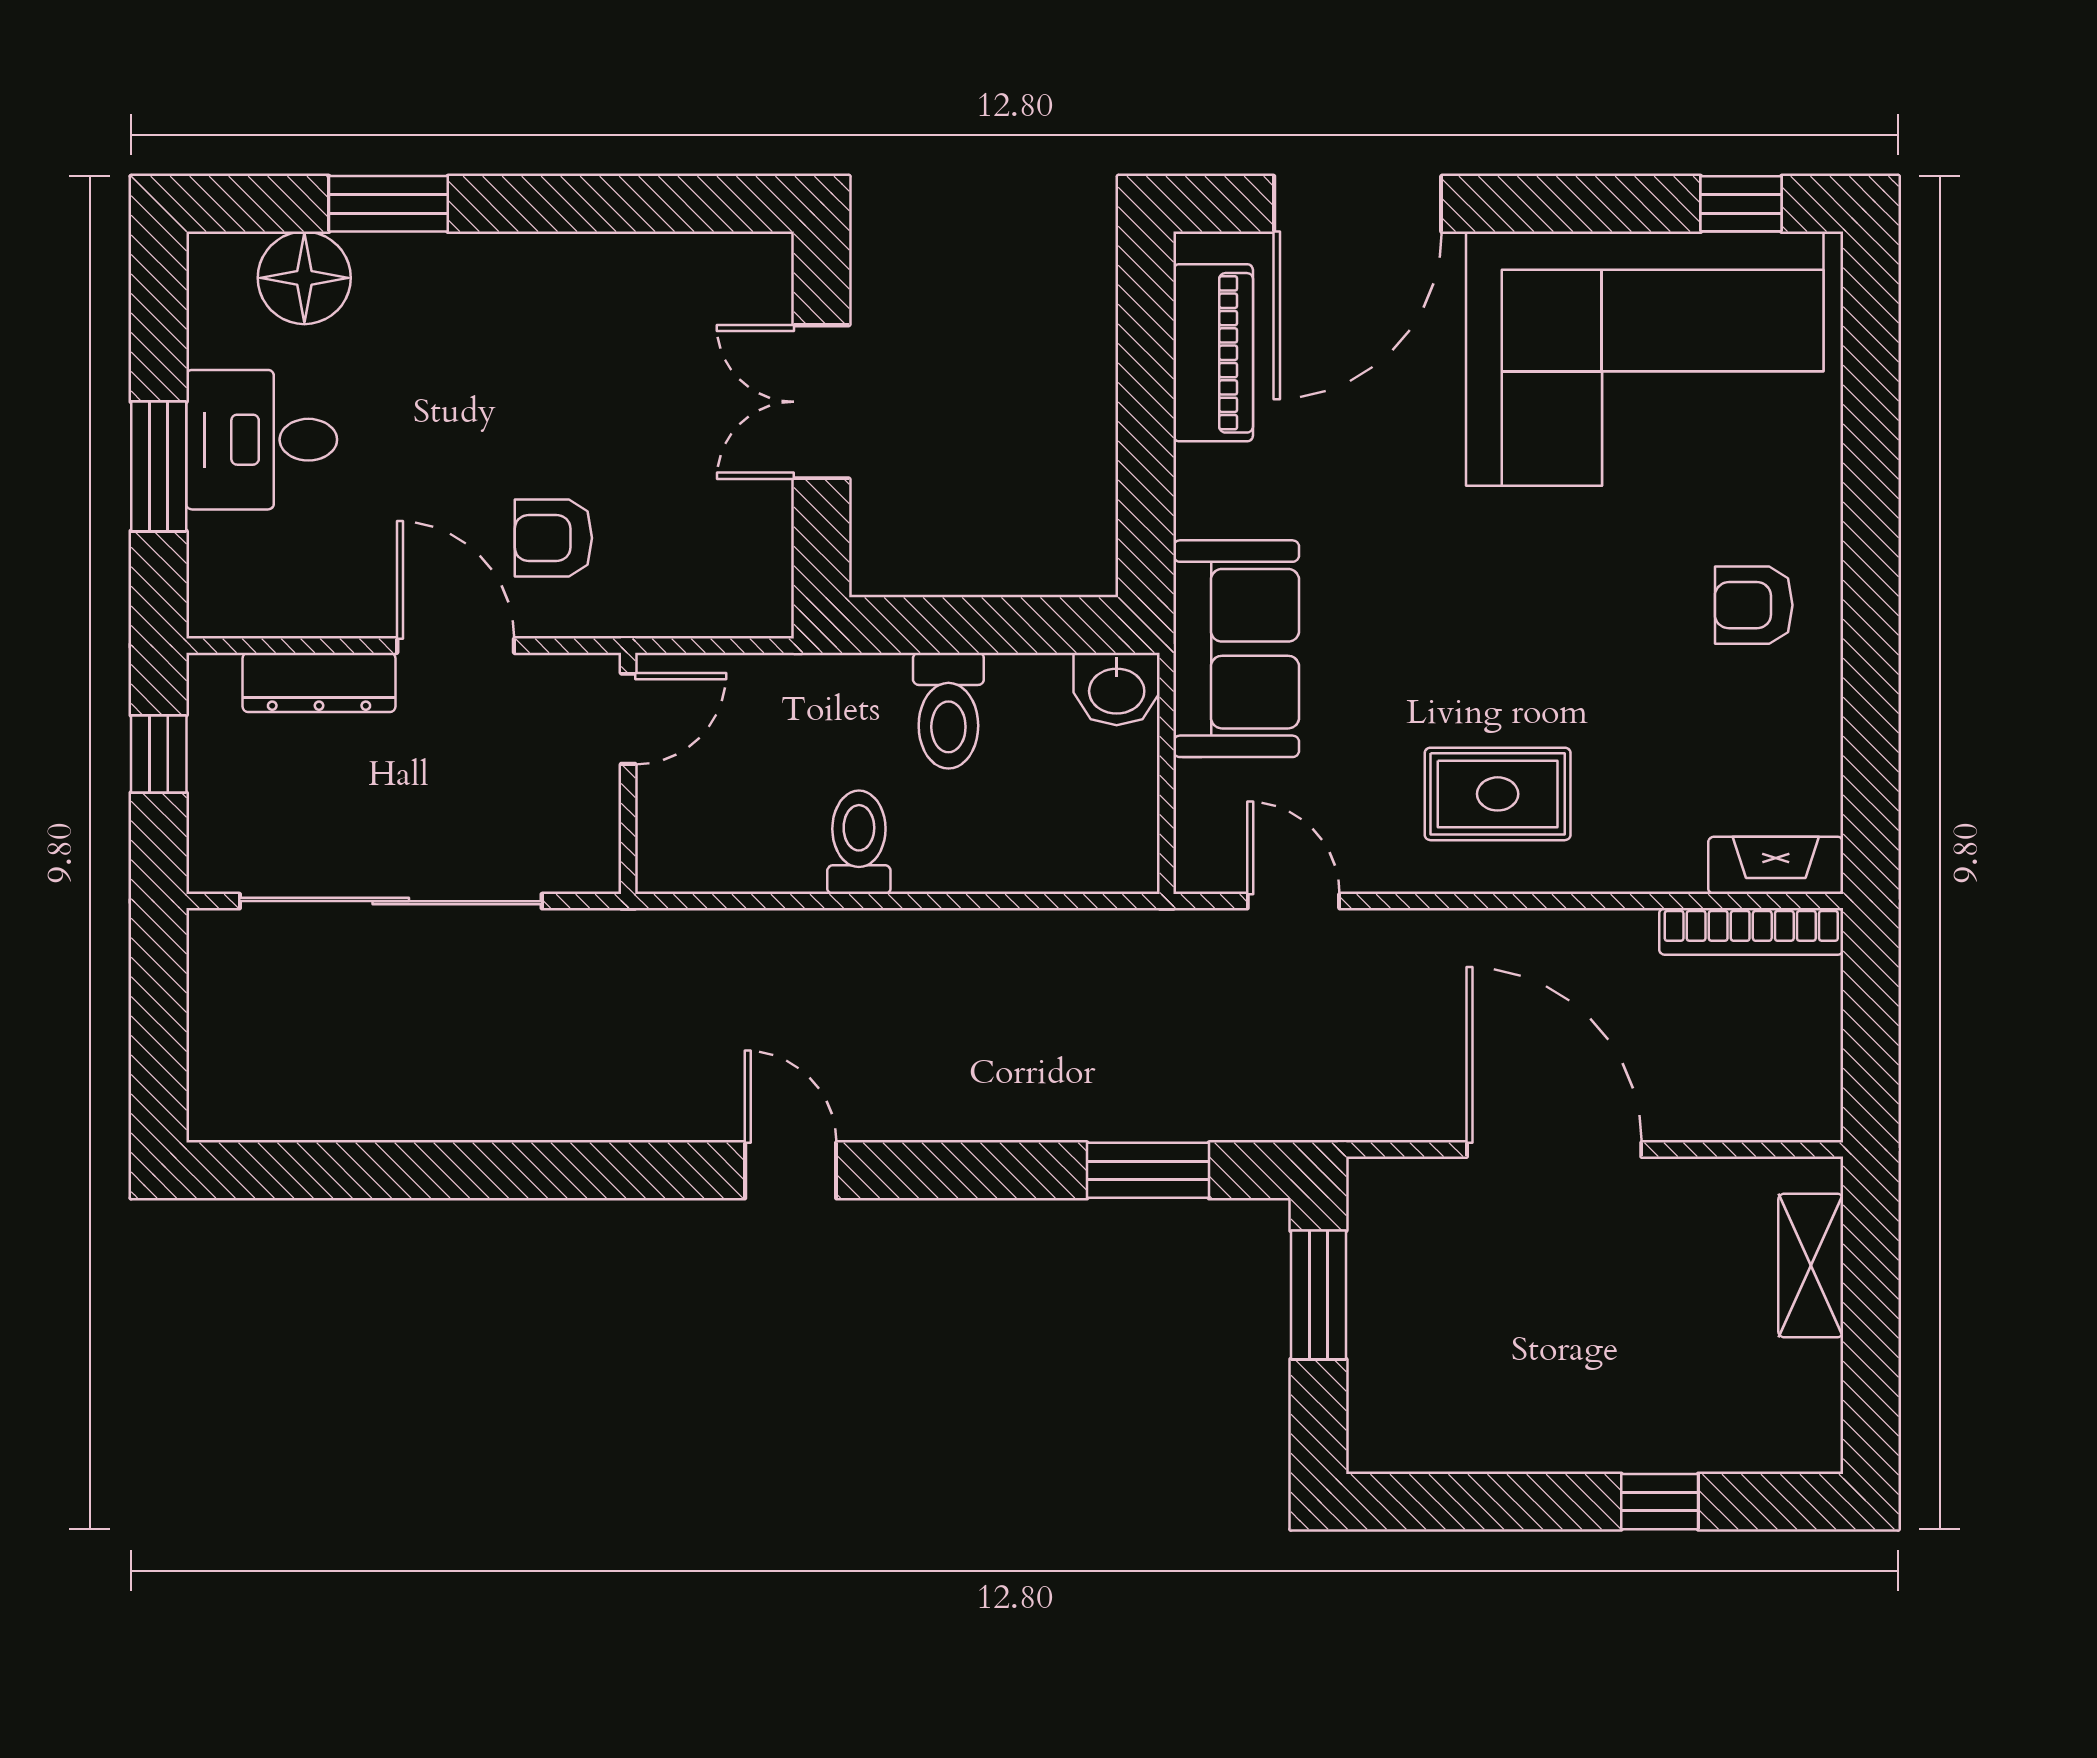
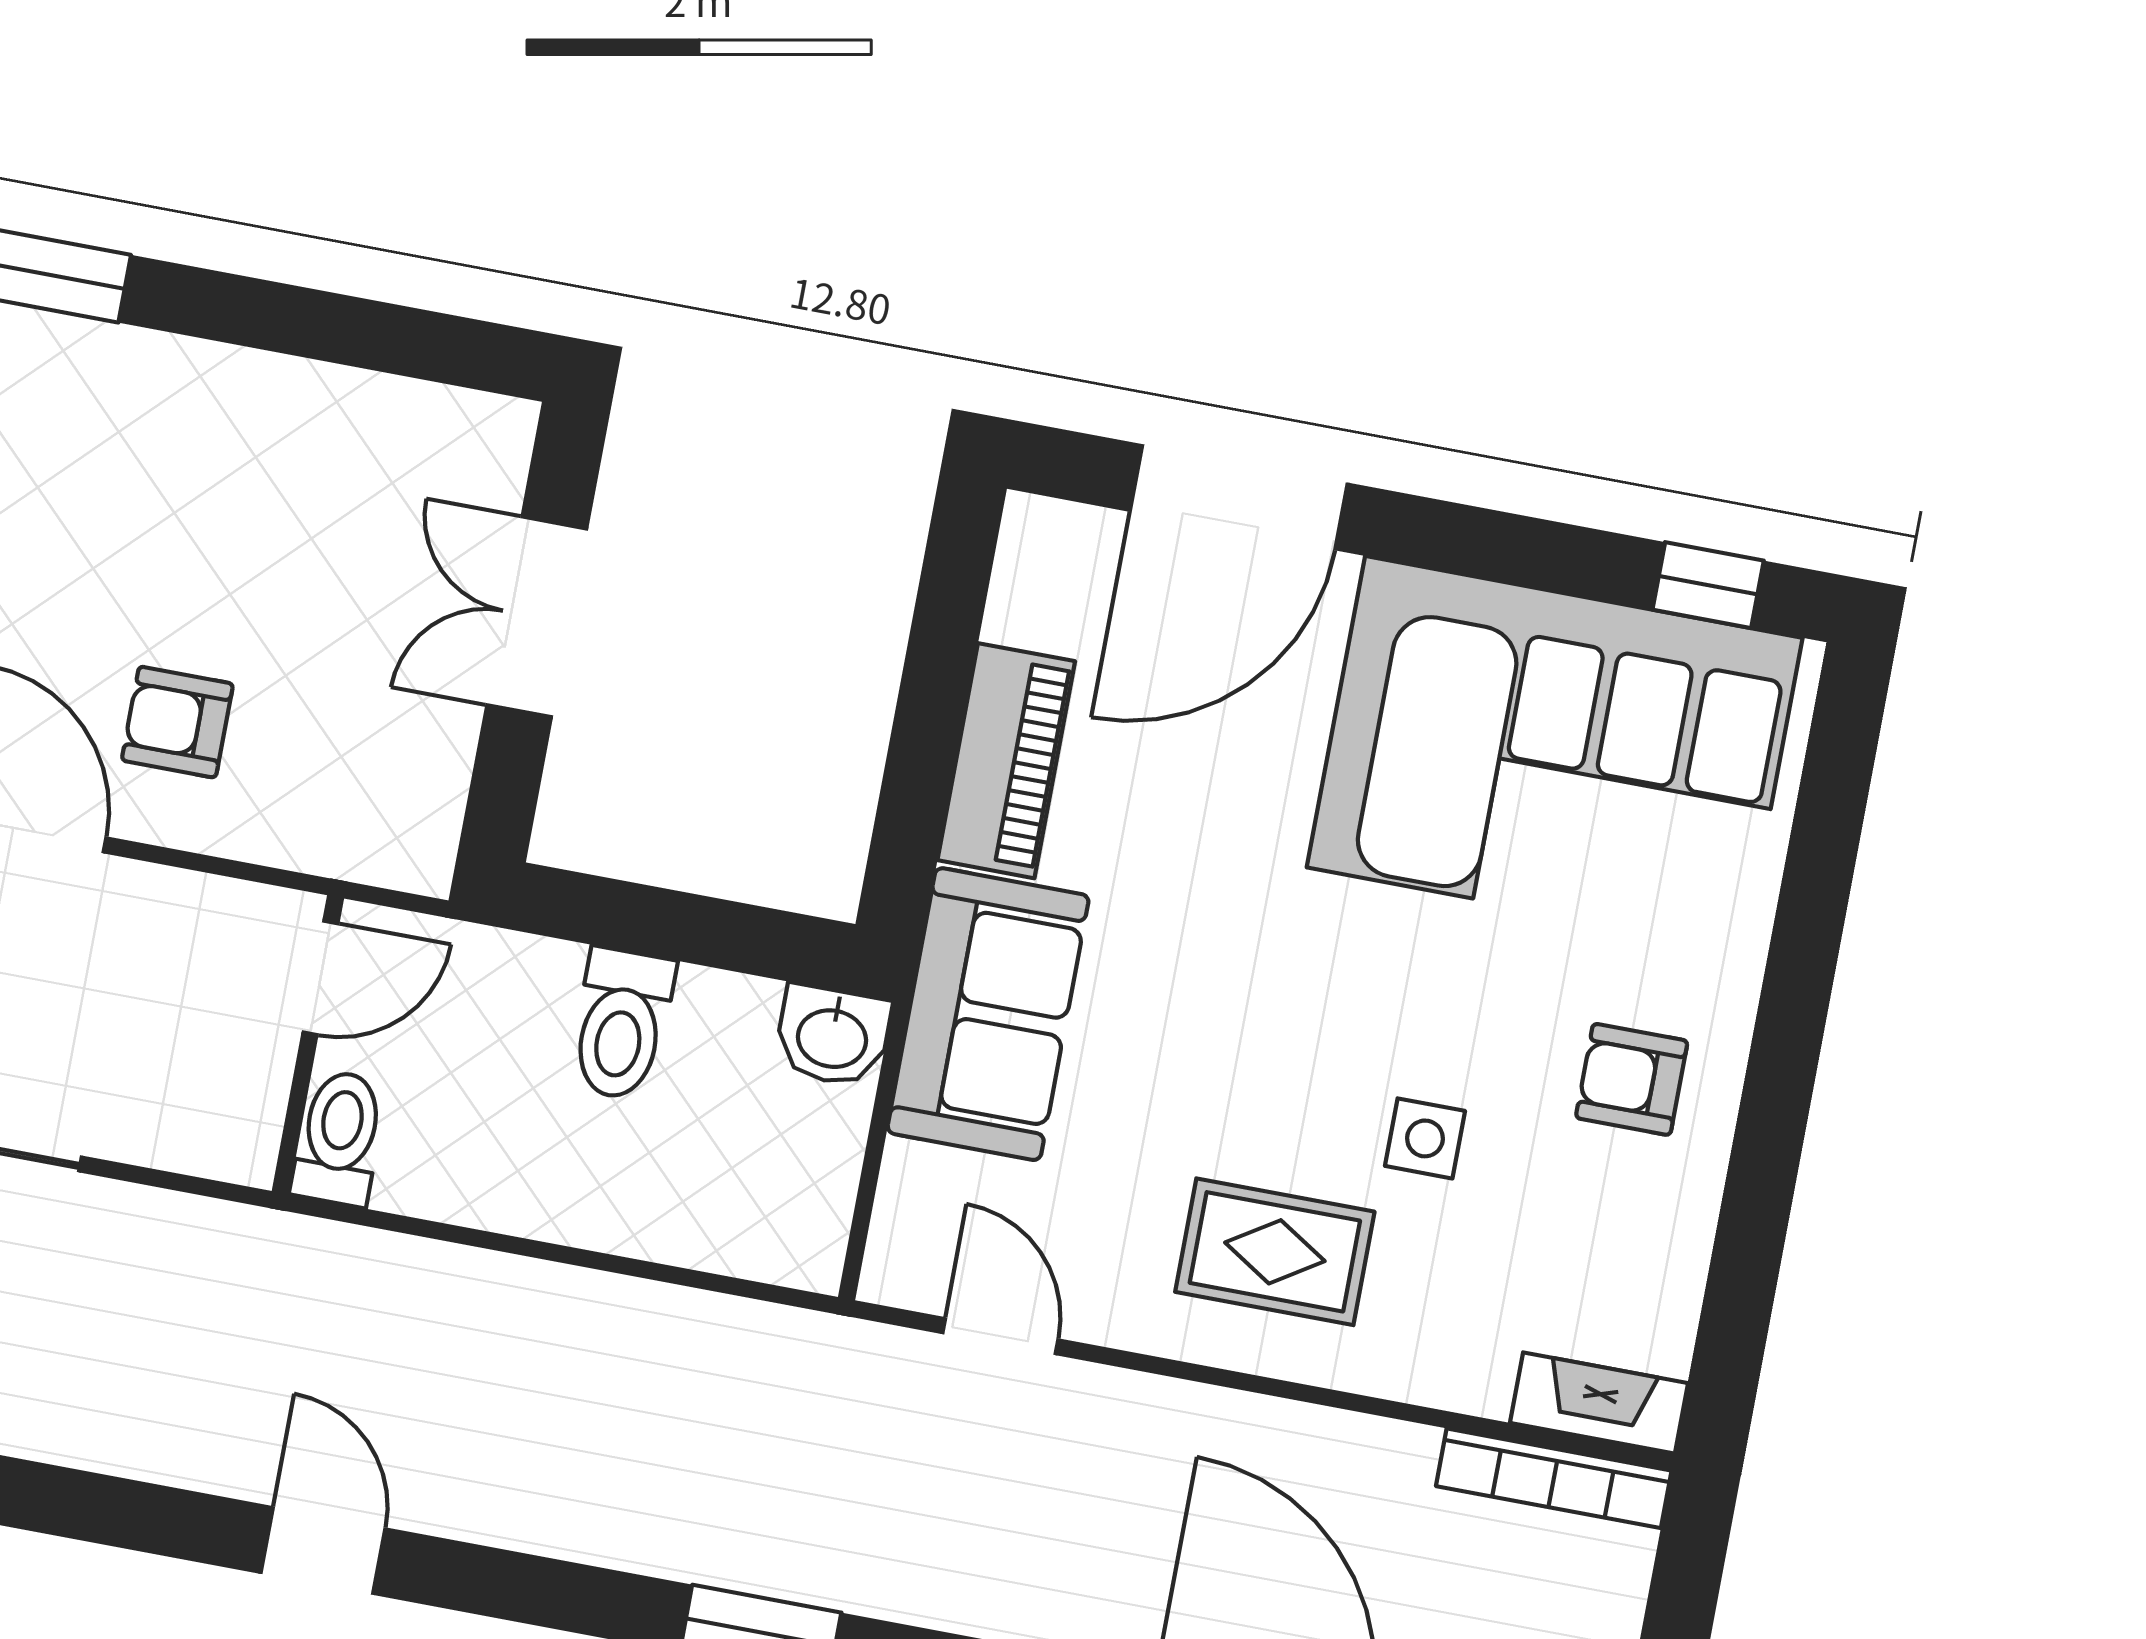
piano: (1213, 353) -> (1006, 761), moved
side table: (1599, 682) -> (1425, 1138), added
door: (628, 719) -> (320, 978), moved
wall: (628, 773) -> (308, 1045), moved
toilet: (859, 842) -> (339, 1138), moved

